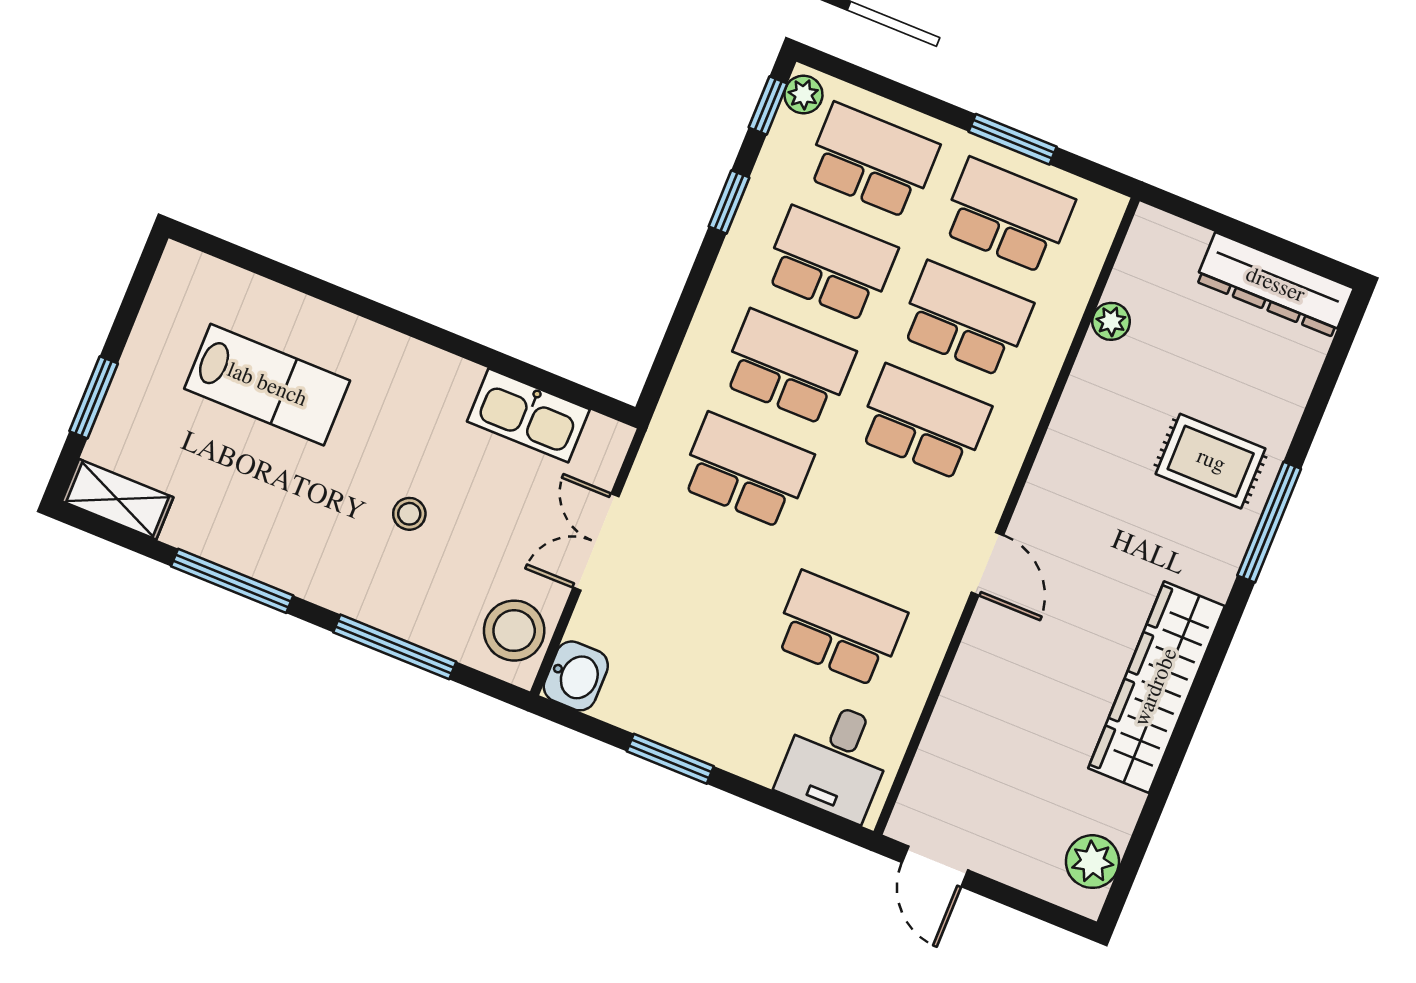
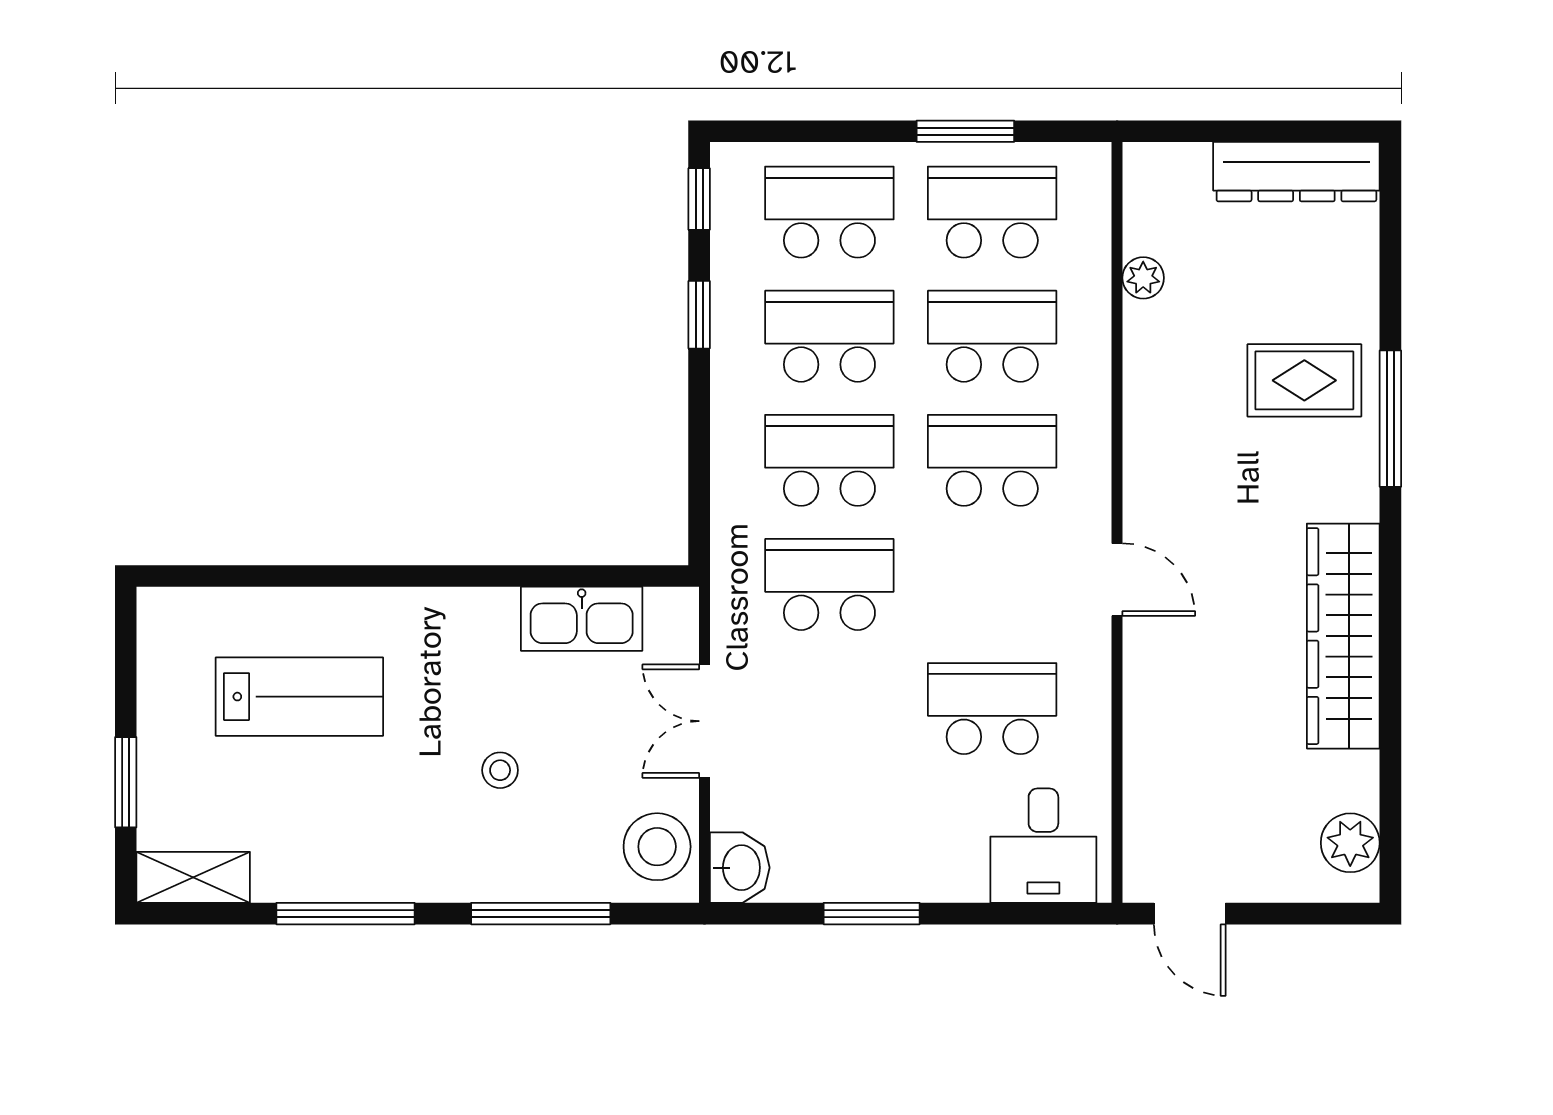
plant: (803, 95) -> (731, 173), removed

